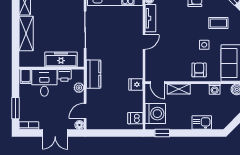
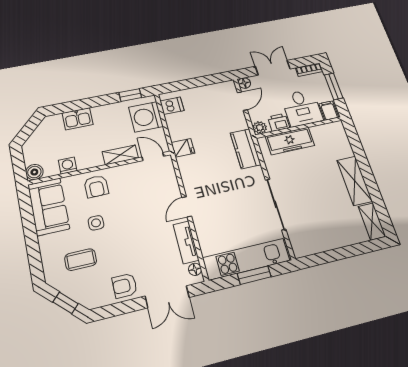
freezer: (61, 59) -> (290, 141), moved
wall: (52, 68) -> (299, 128), moved
printer: (64, 75) -> (279, 122), moved
filing cabinet: (26, 76) -> (329, 111), moved
desk: (44, 83) -> (302, 108), moved

